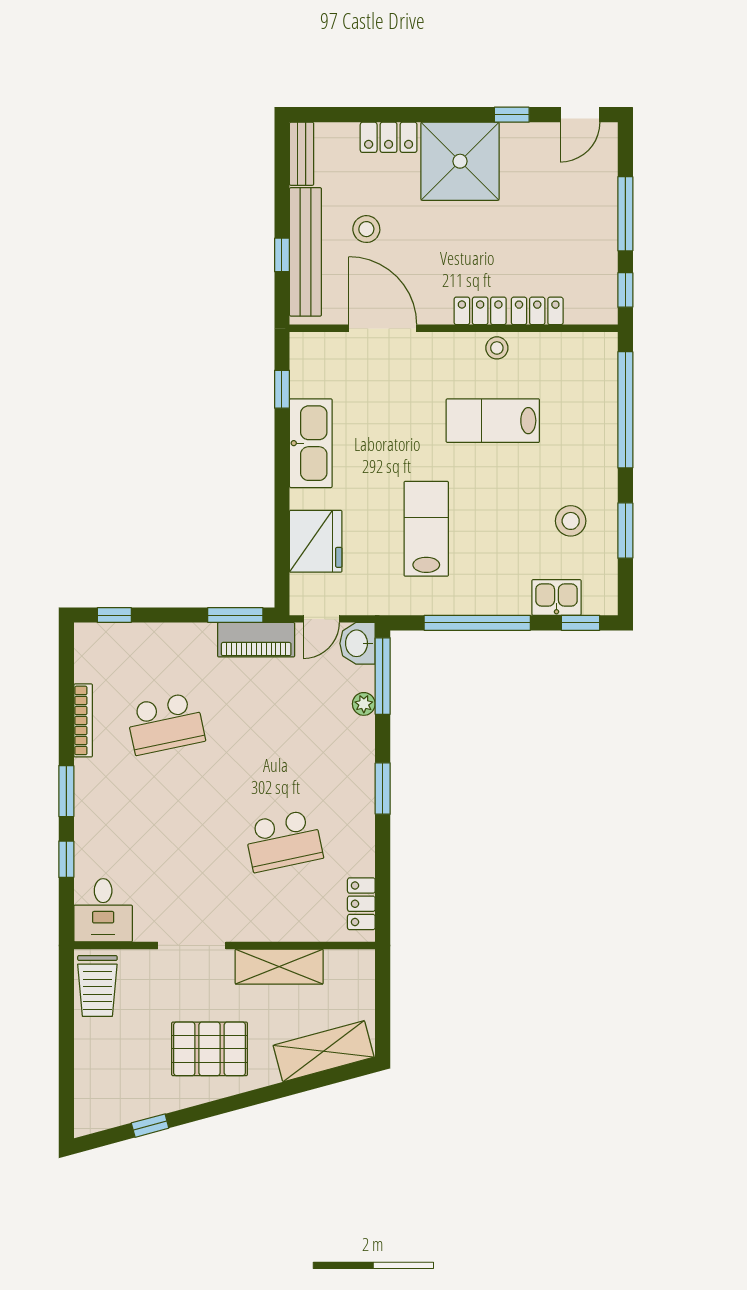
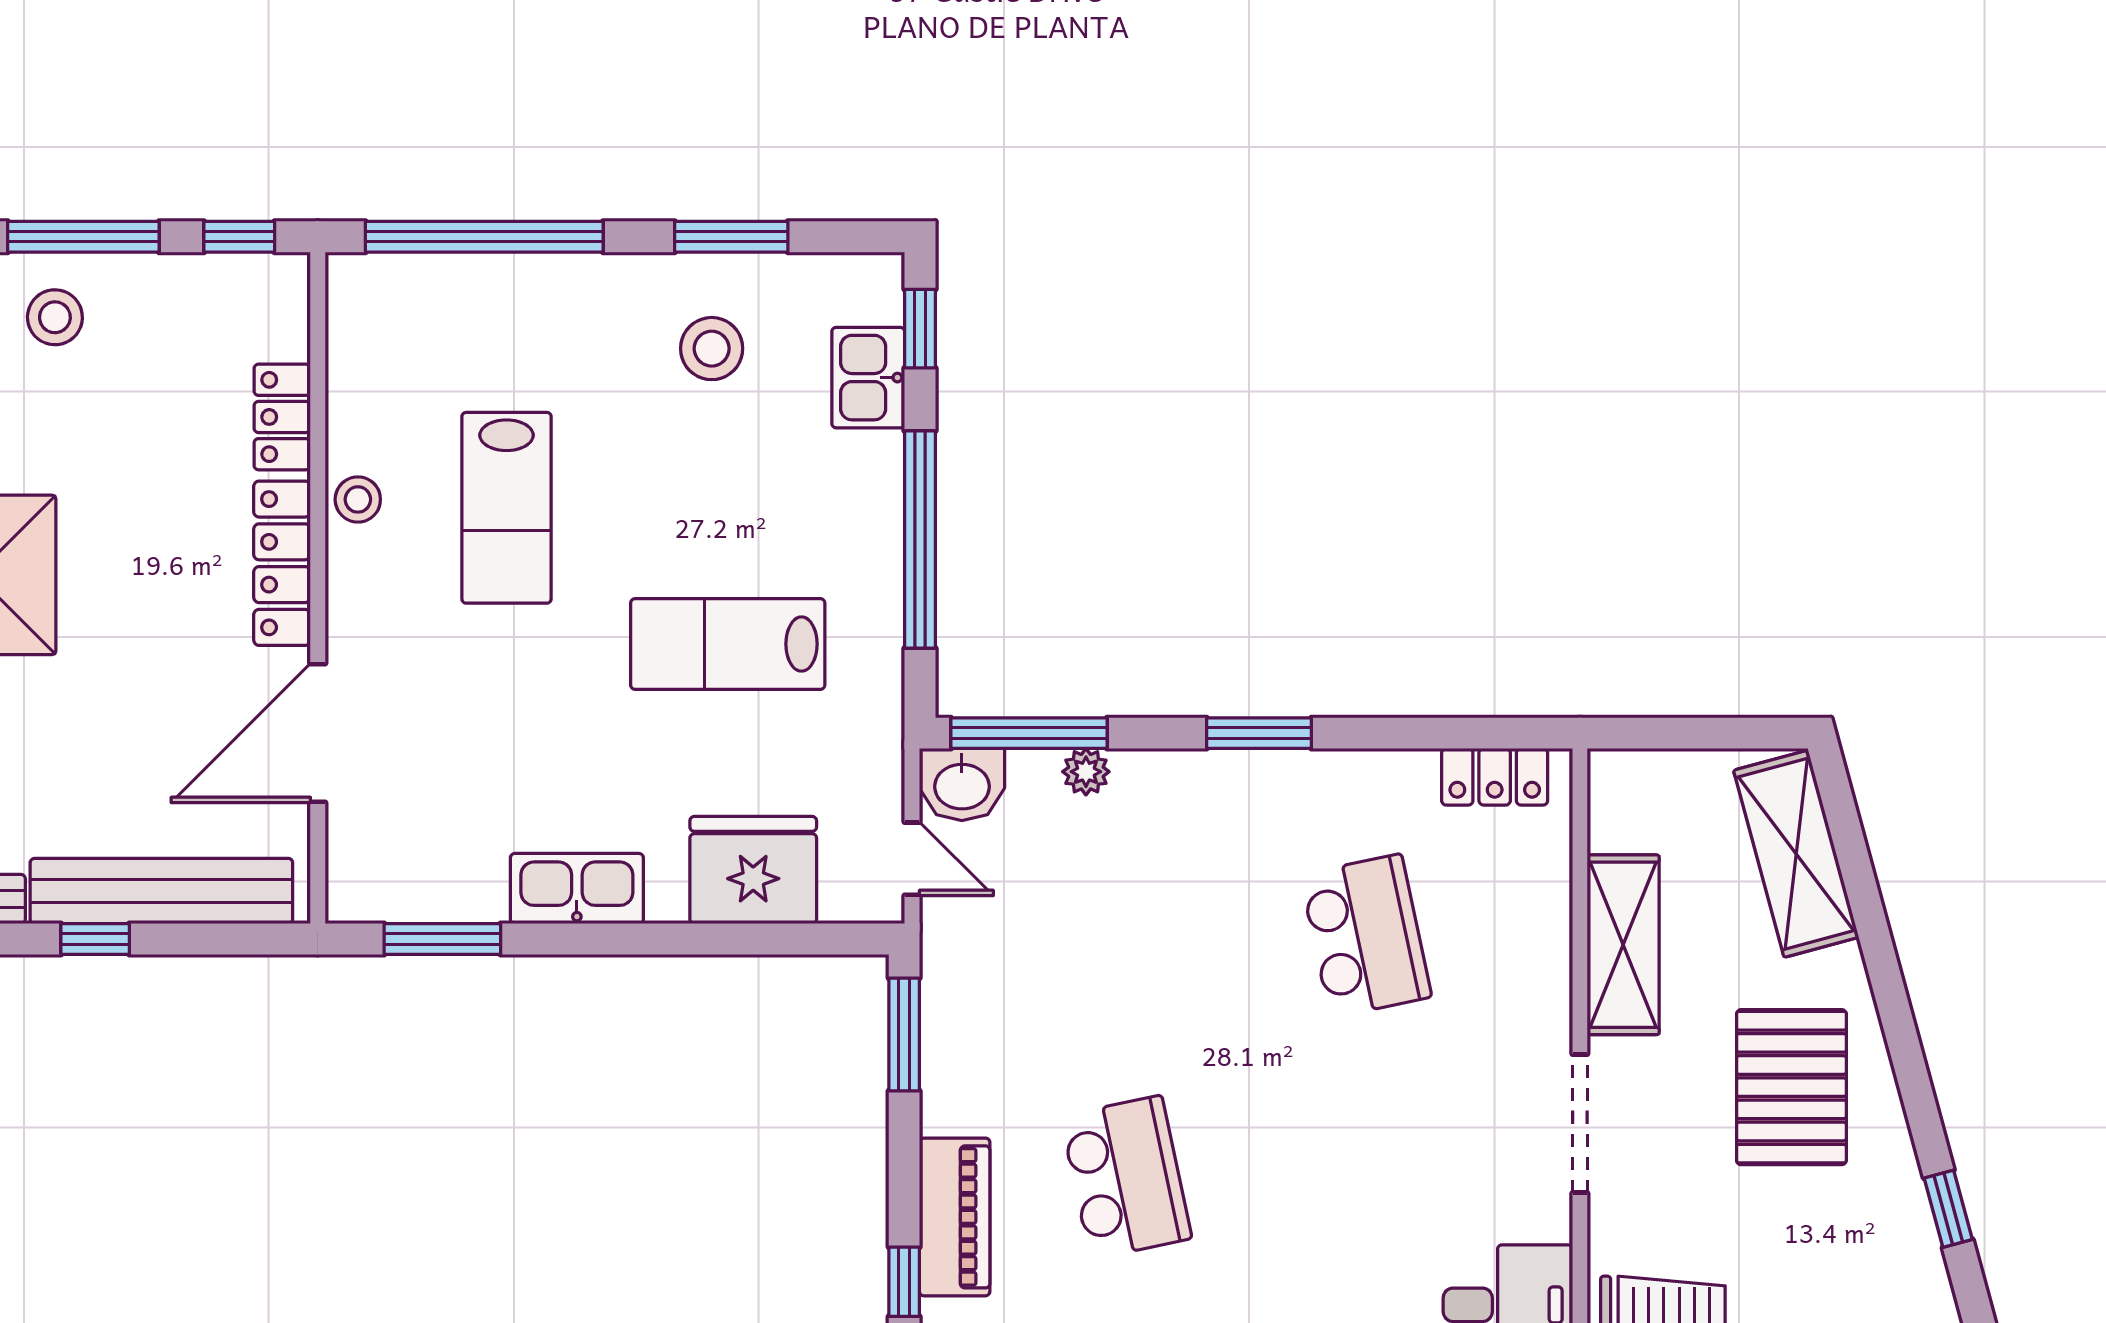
stool: (366, 229) -> (55, 317), moved
window: (282, 255) -> (95, 939), moved
locker: (480, 311) -> (282, 563), width x1.53
window: (282, 389) -> (442, 939), width x1.50
kitchen sink: (311, 443) -> (577, 889), width x0.73, depth x0.81
piano: (256, 640) -> (955, 1217), moved

